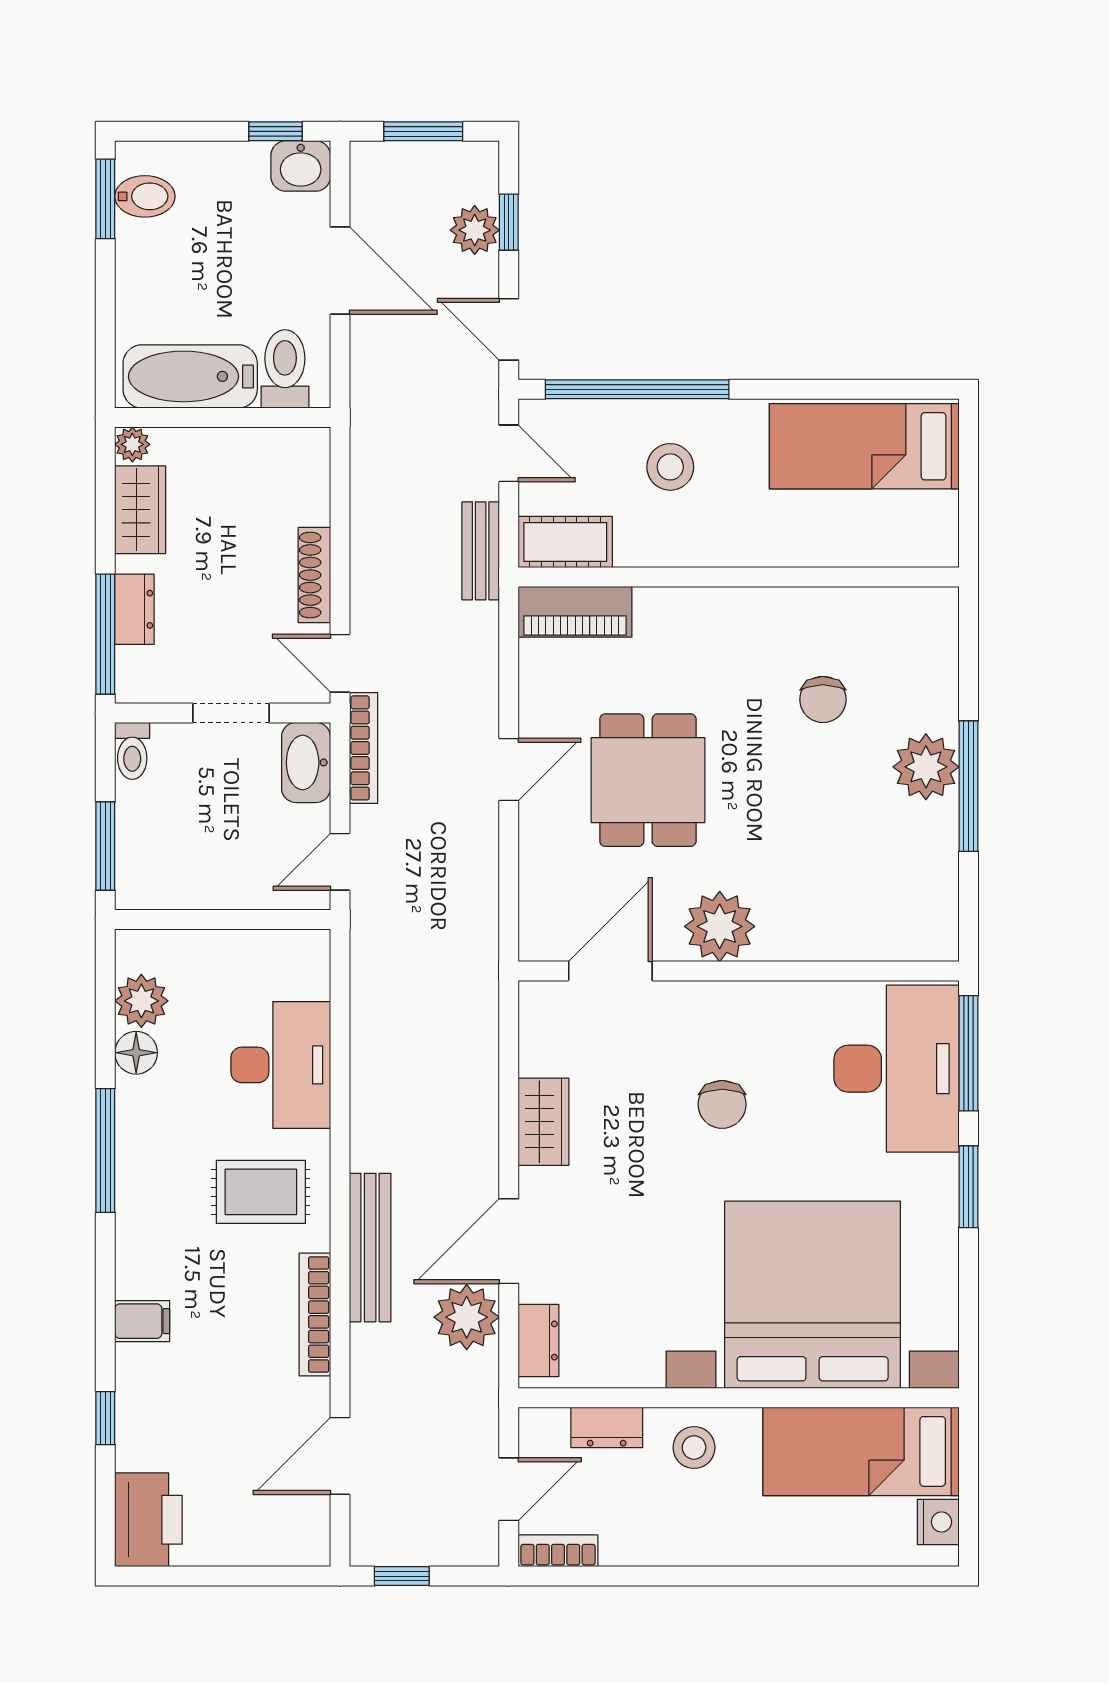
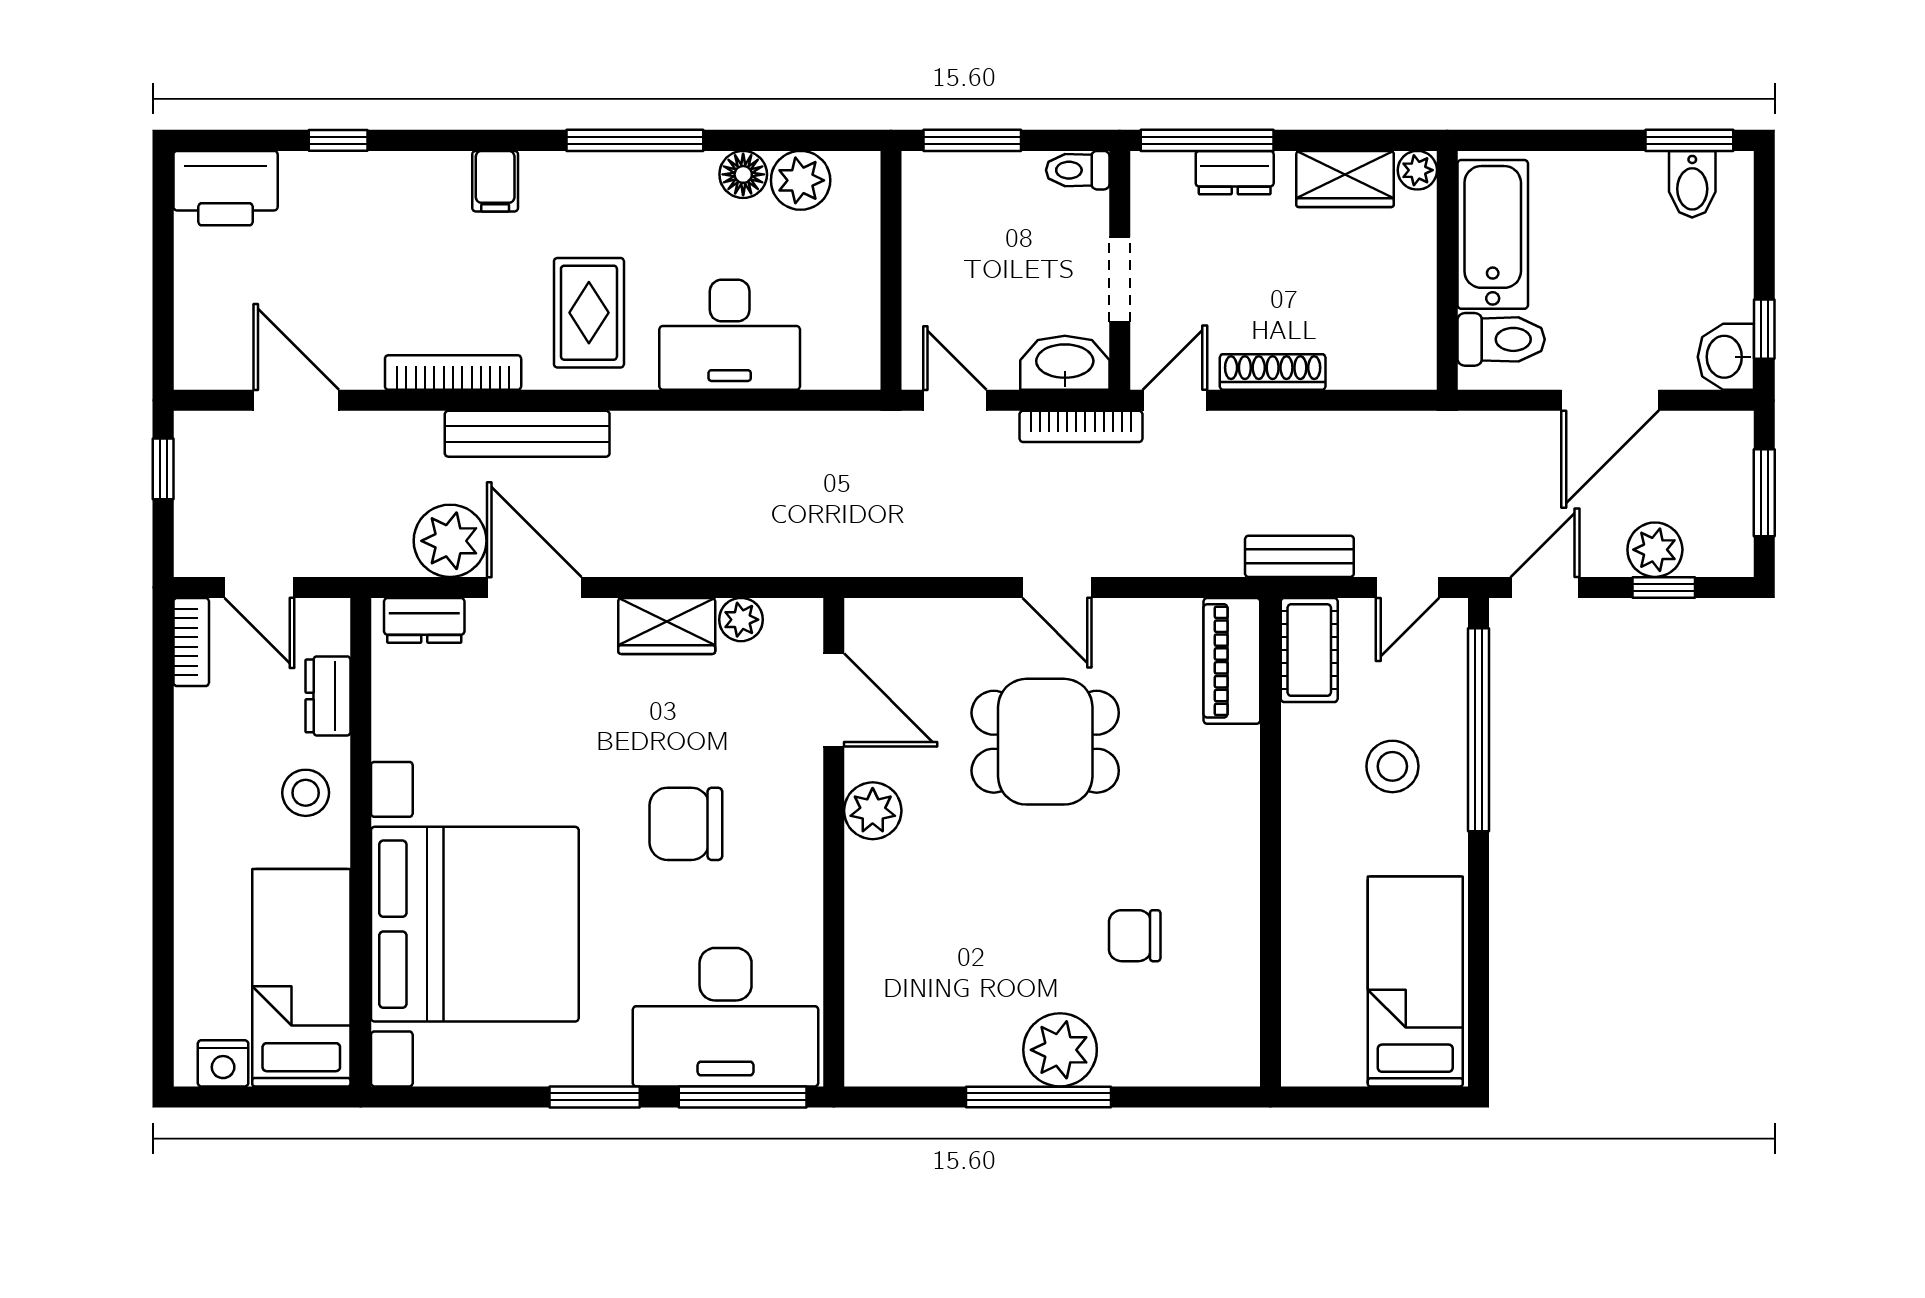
plant: (720, 926) -> (873, 811), width x0.73, depth x0.73
plant: (538, 1055) -> (741, 620), added
chair: (722, 1104) -> (686, 824), width x1.37, depth x1.37
filing cabinet: (142, 1321) -> (495, 181), moved

